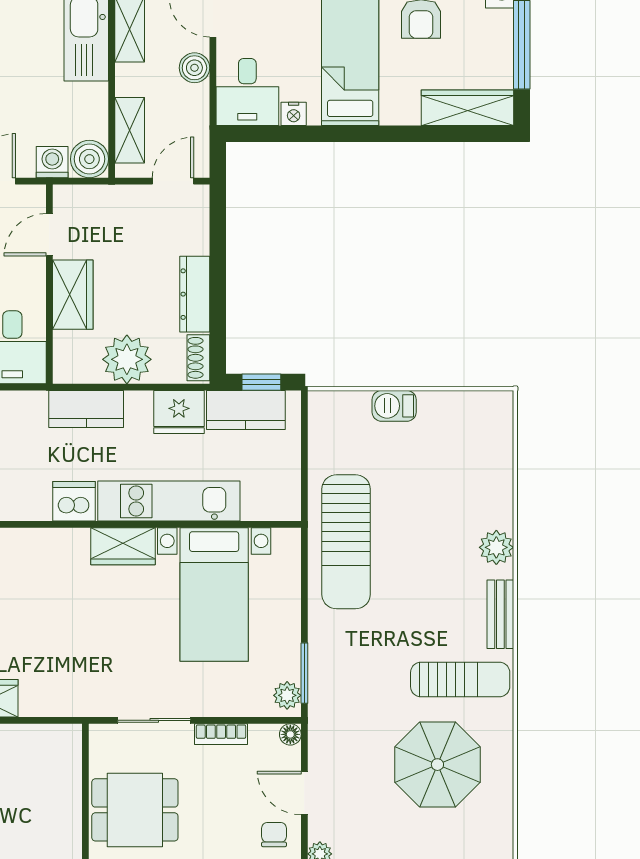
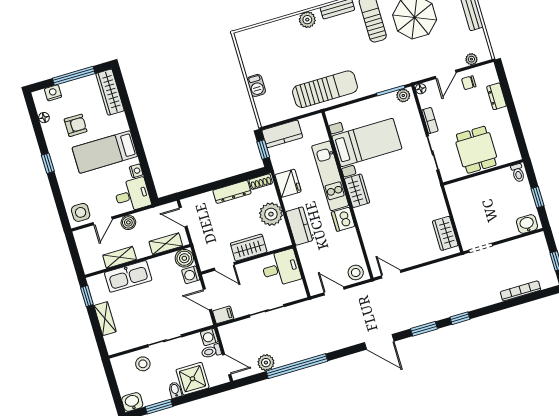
kitchen counter: (246, 410) -> (282, 134), moved, turned 90

